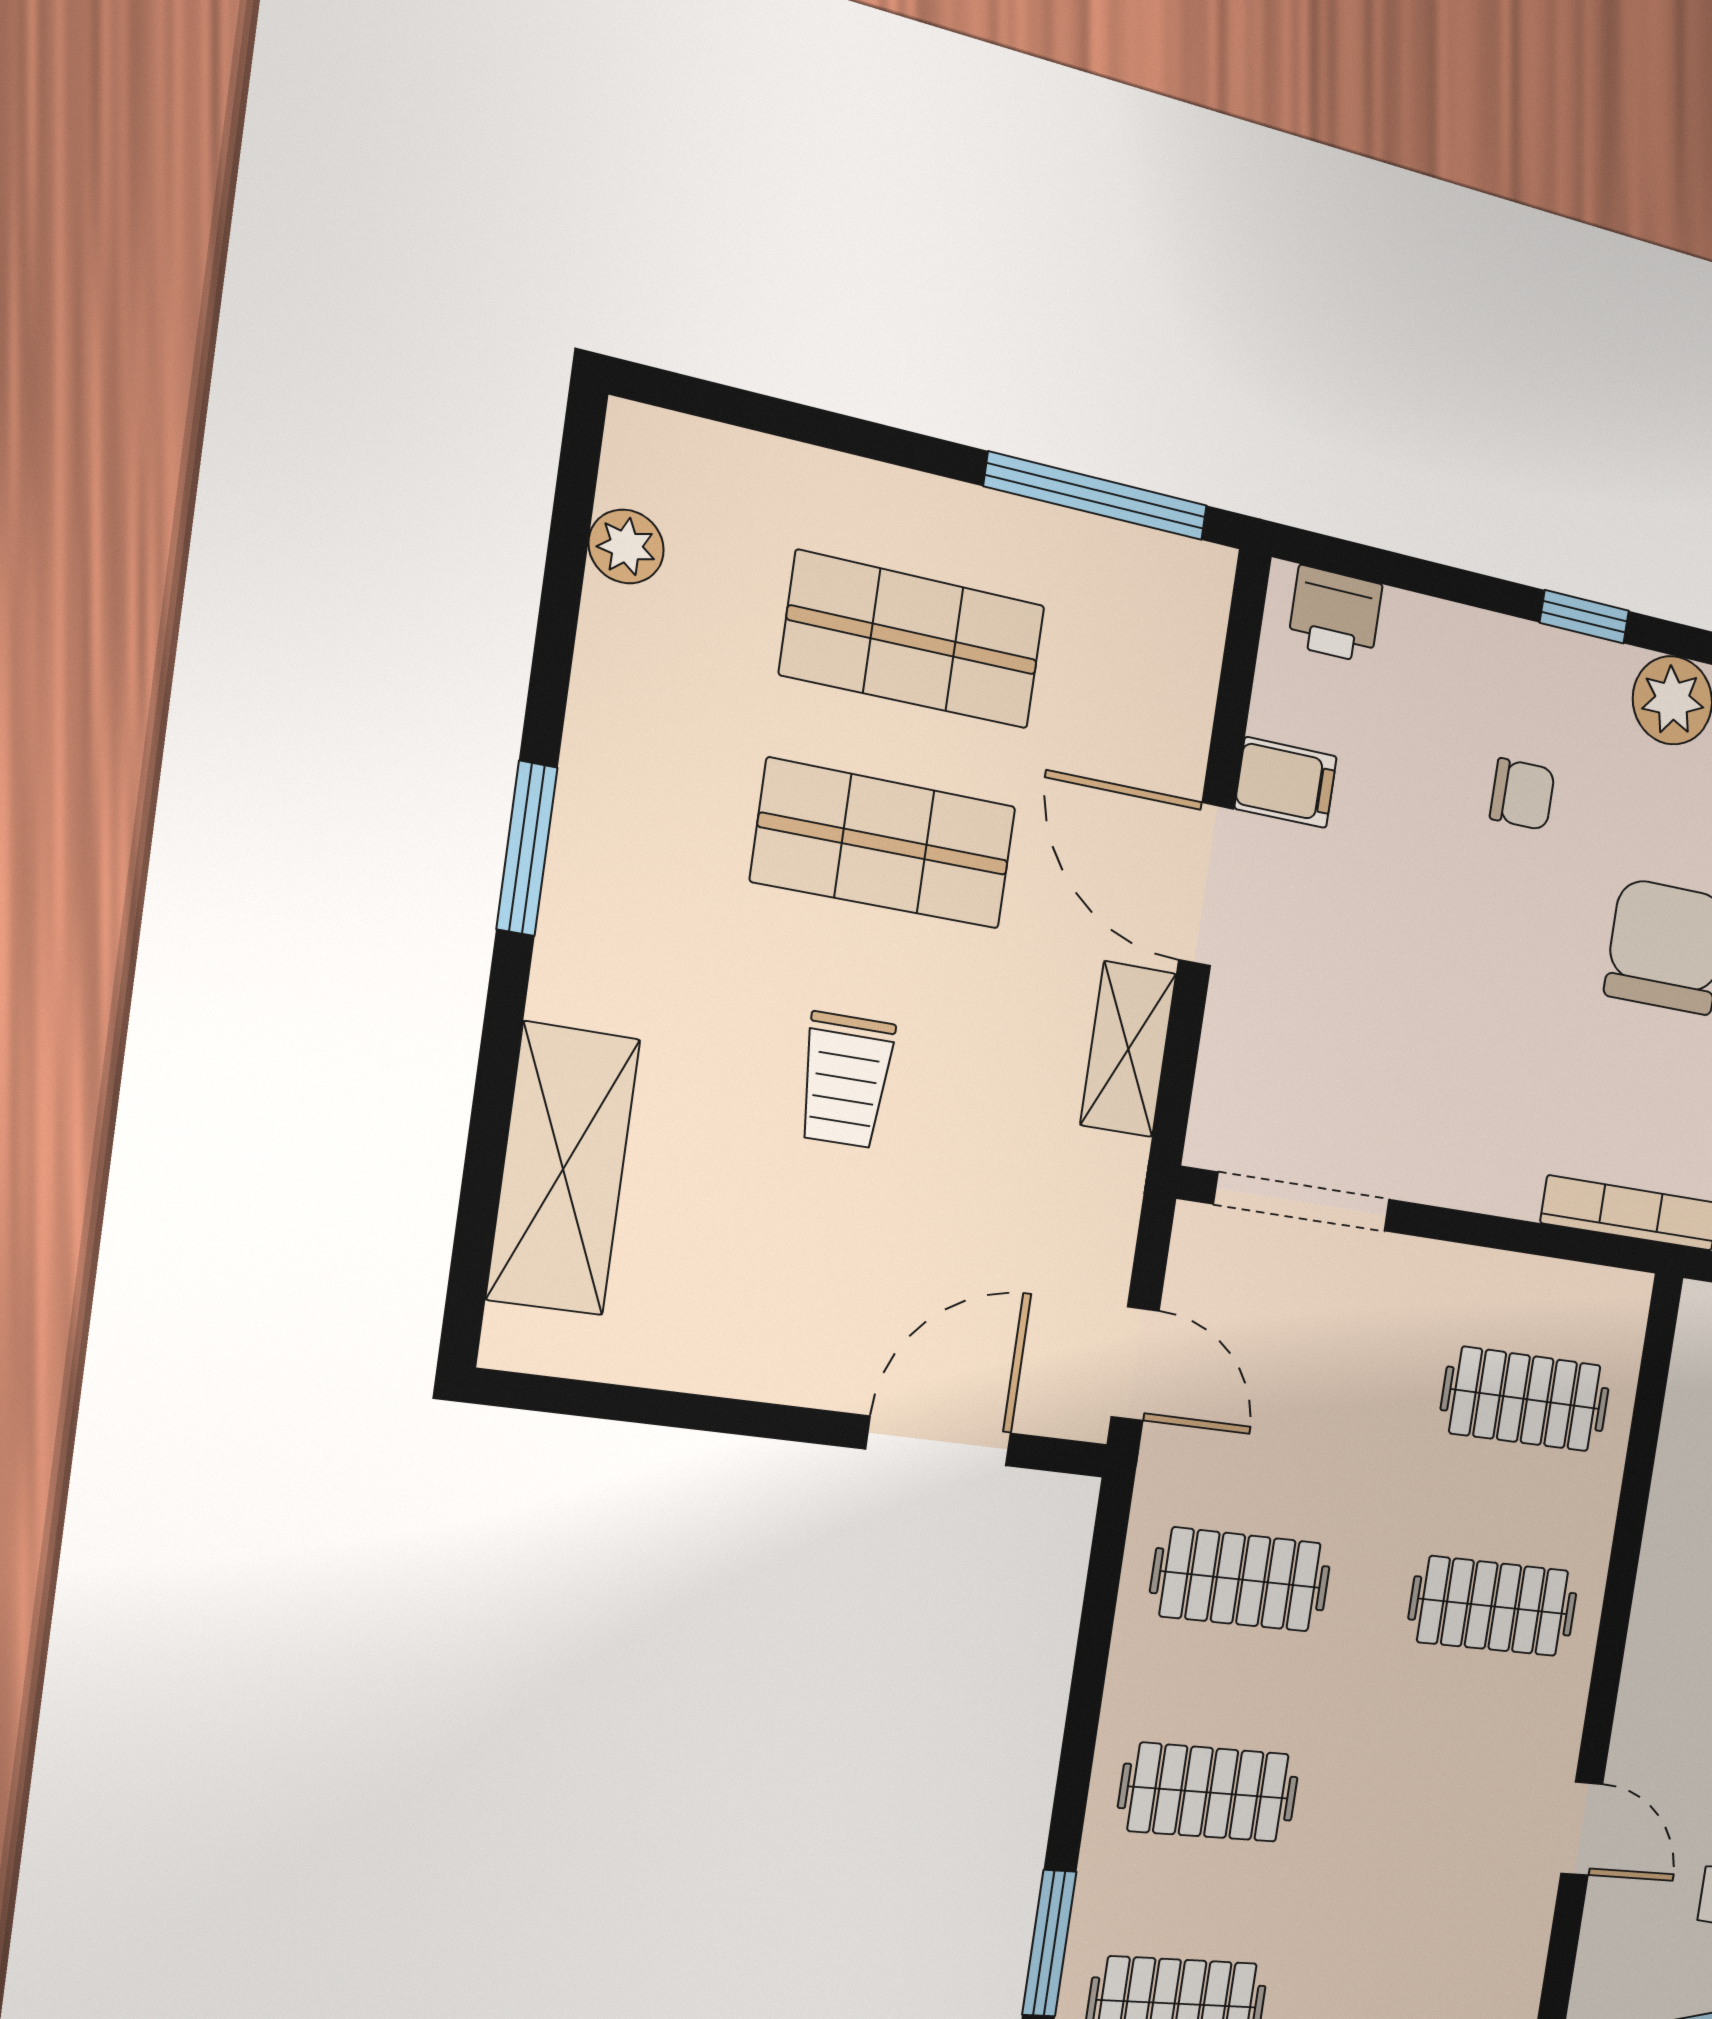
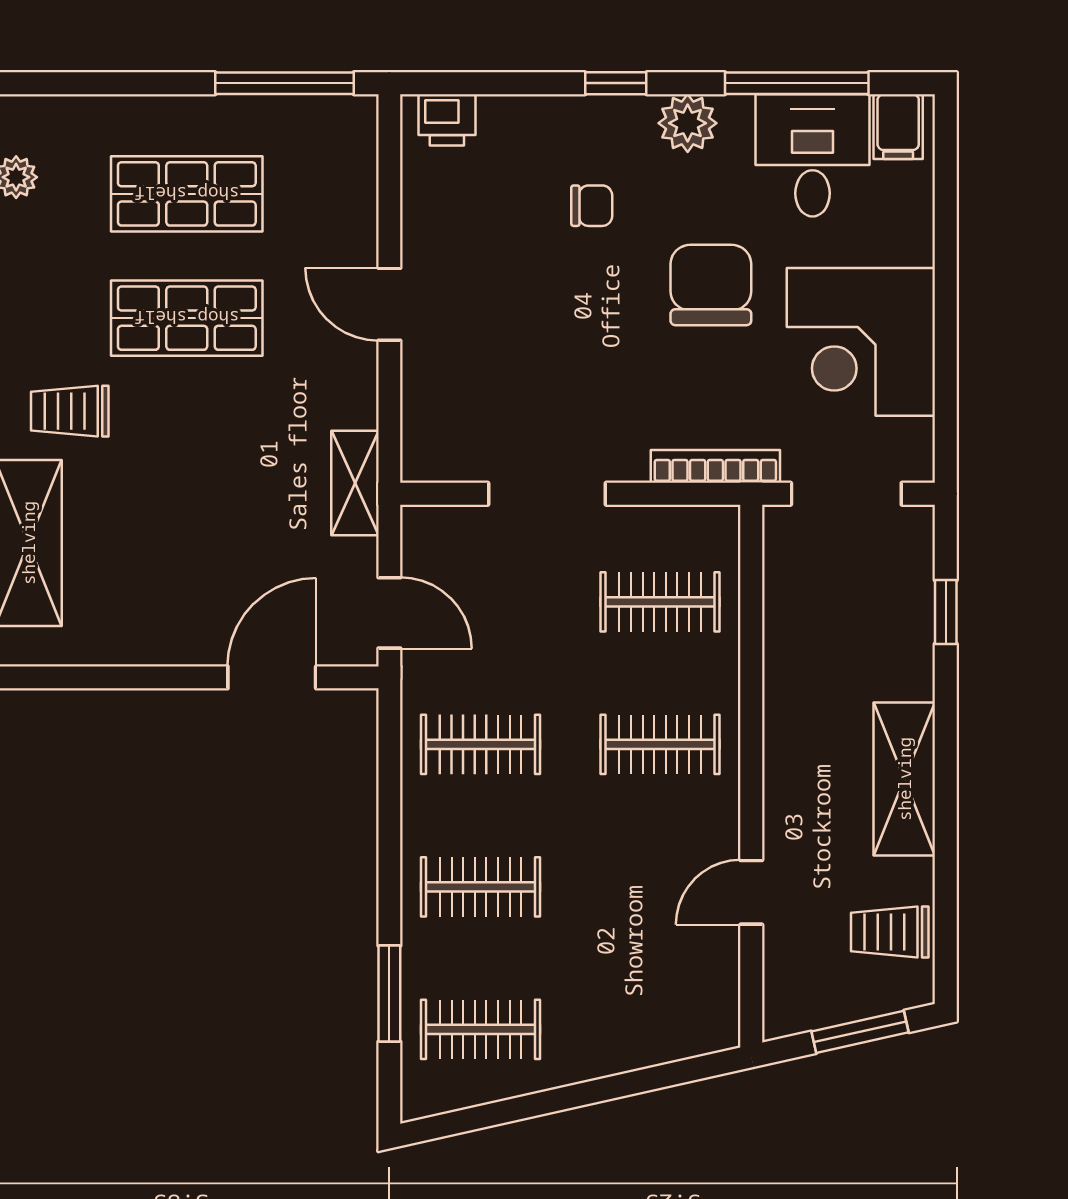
filing cabinet: (1286, 783) -> (431, 231), removed
door: (1206, 884) -> (389, 304), width x0.73
shelving: (1128, 1049) -> (355, 483), moved
trolley: (846, 1080) -> (70, 411), moved, turned 90
doorway: (1302, 1202) -> (547, 494), moved
door: (1582, 1829) -> (751, 892), swing flipped

